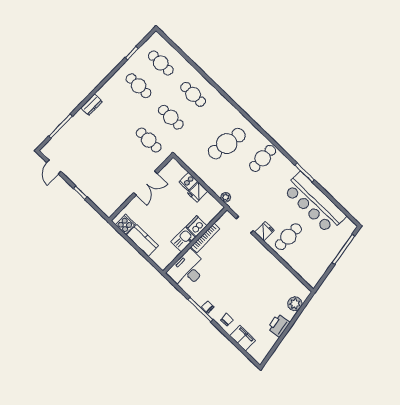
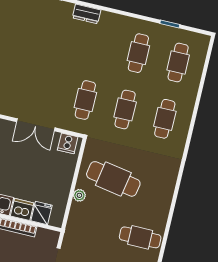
cafe table: (227, 144) -> (113, 179), moved
cooker: (188, 181) -> (68, 143), moved, turned -90
fridge: (198, 192) -> (41, 213), moved, turned 90
plant: (226, 197) -> (79, 195), moved

